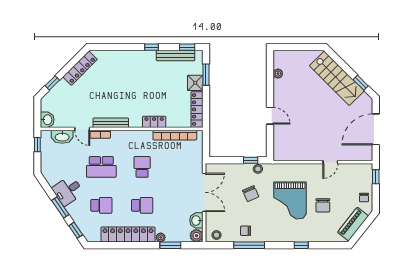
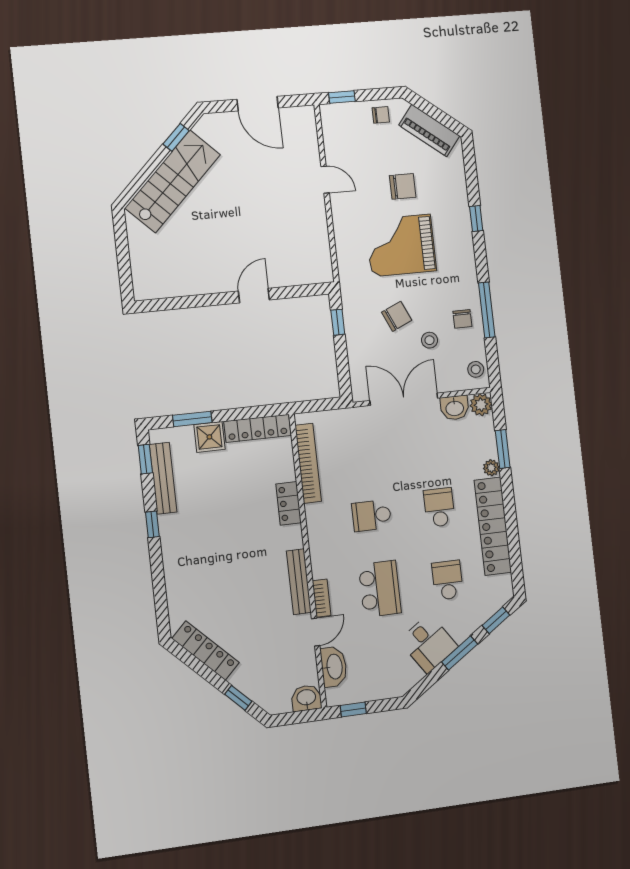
plant: (278, 74) -> (176, 288), removed
door: (376, 129) -> (258, 104), width x0.73
stool: (258, 169) -> (429, 340), moved
grand piano: (290, 201) -> (401, 245), turned 180

